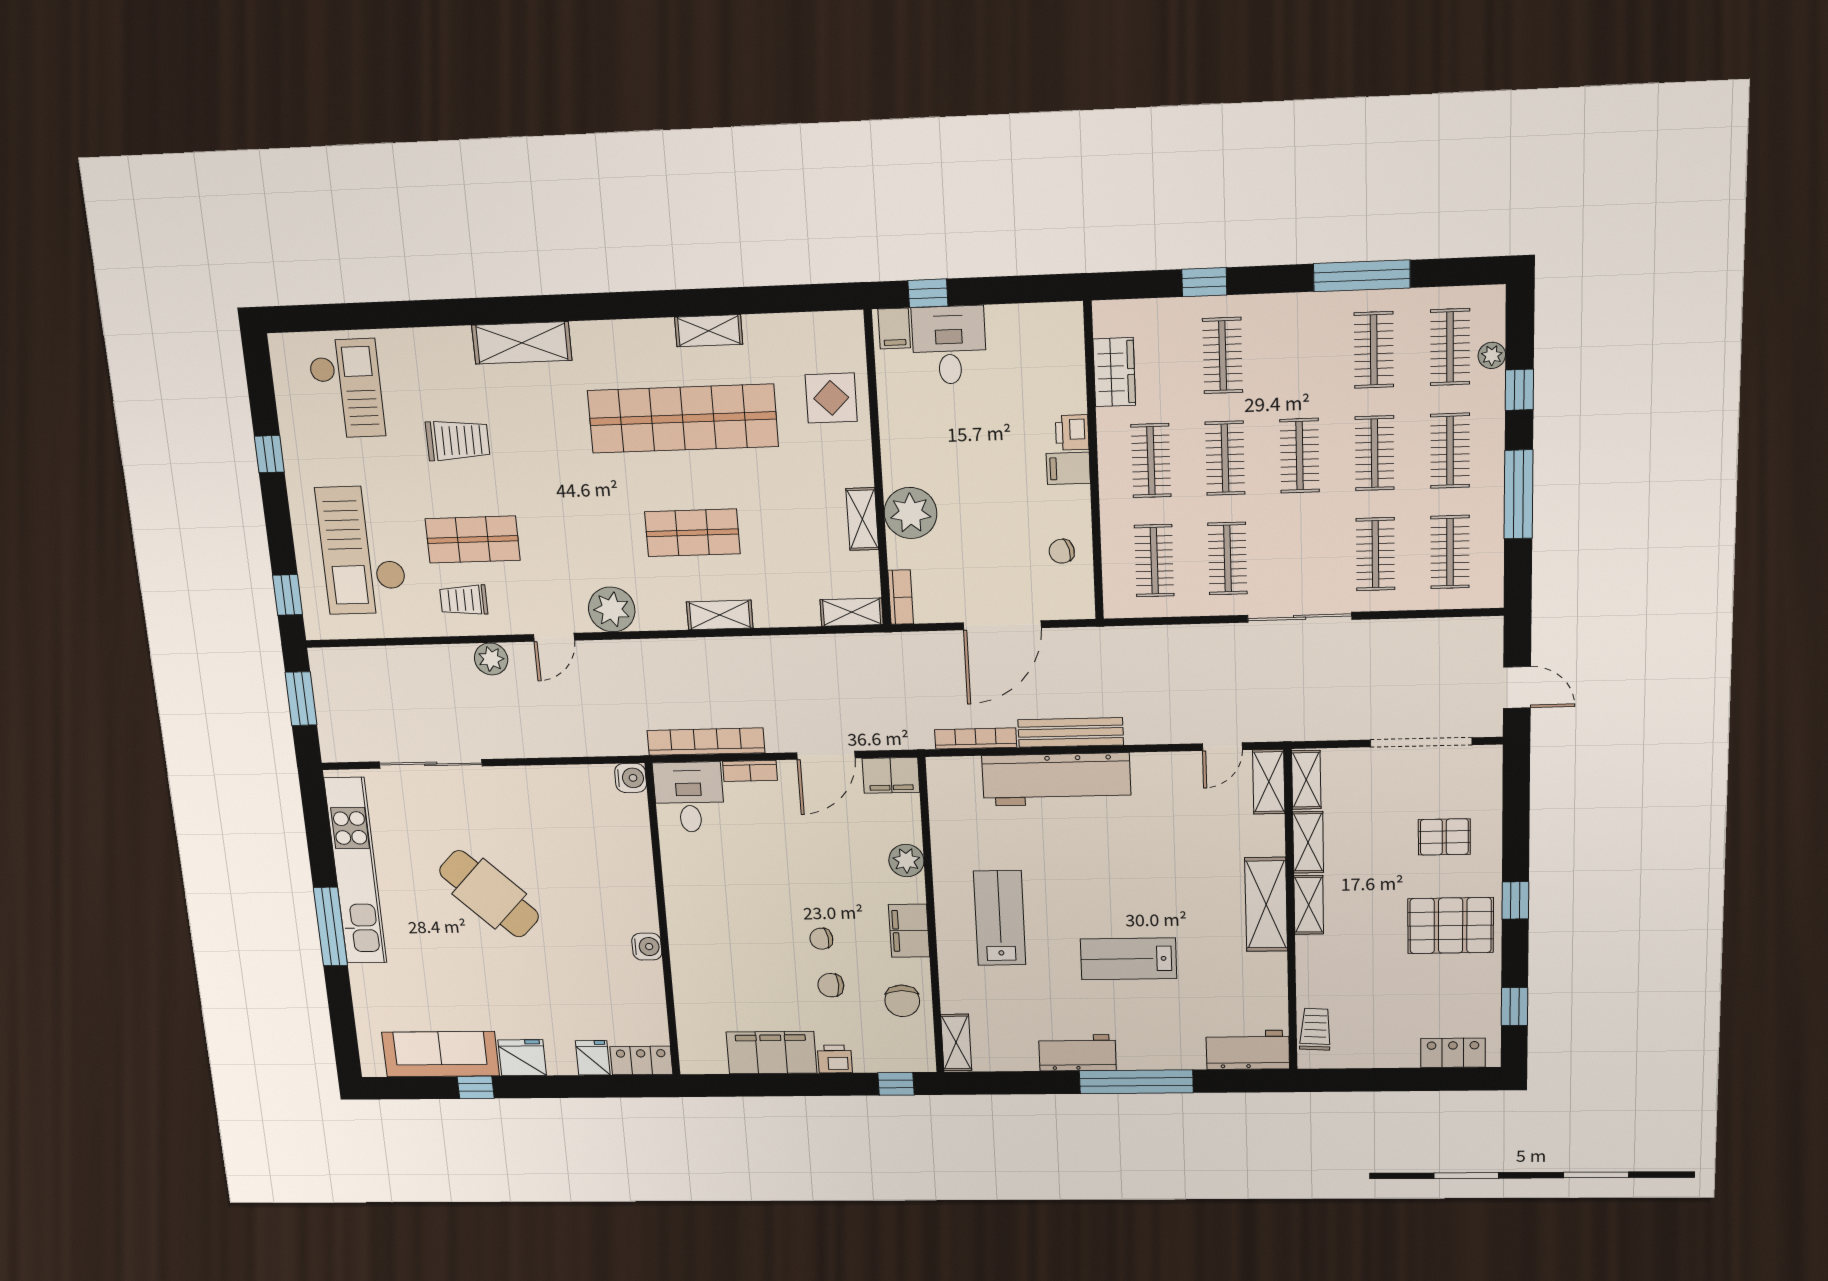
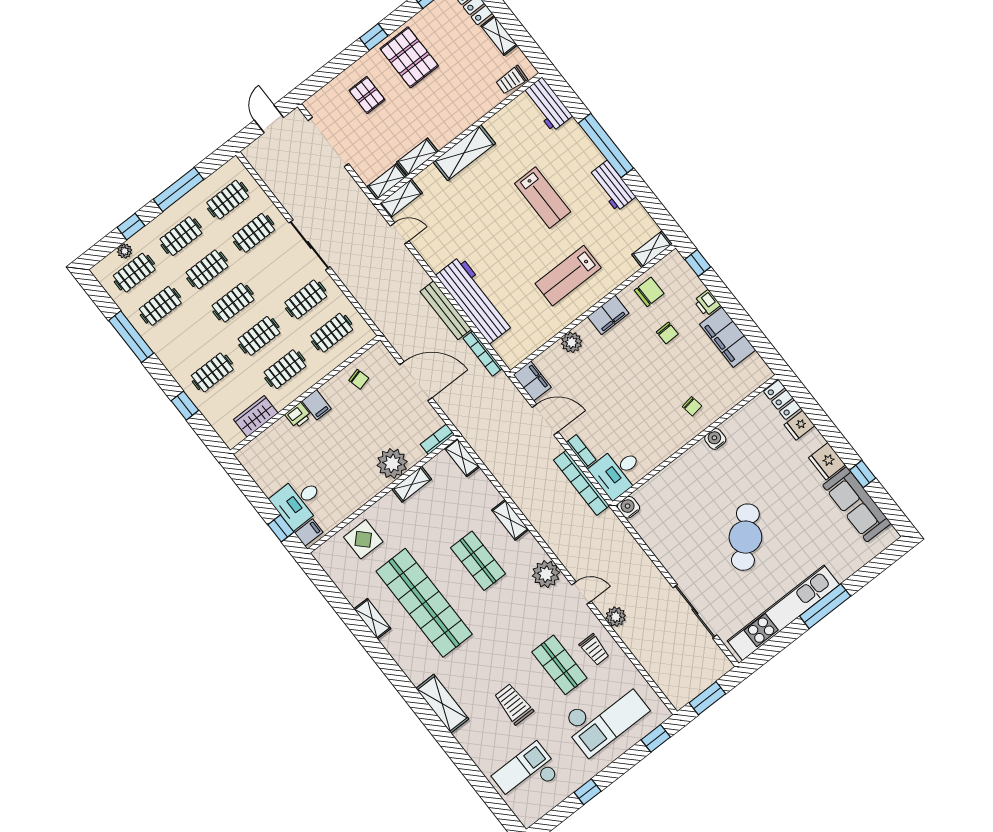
shelving: (1309, 905) -> (499, 36), moved, turned 90
chair: (821, 939) -> (692, 406), moved

